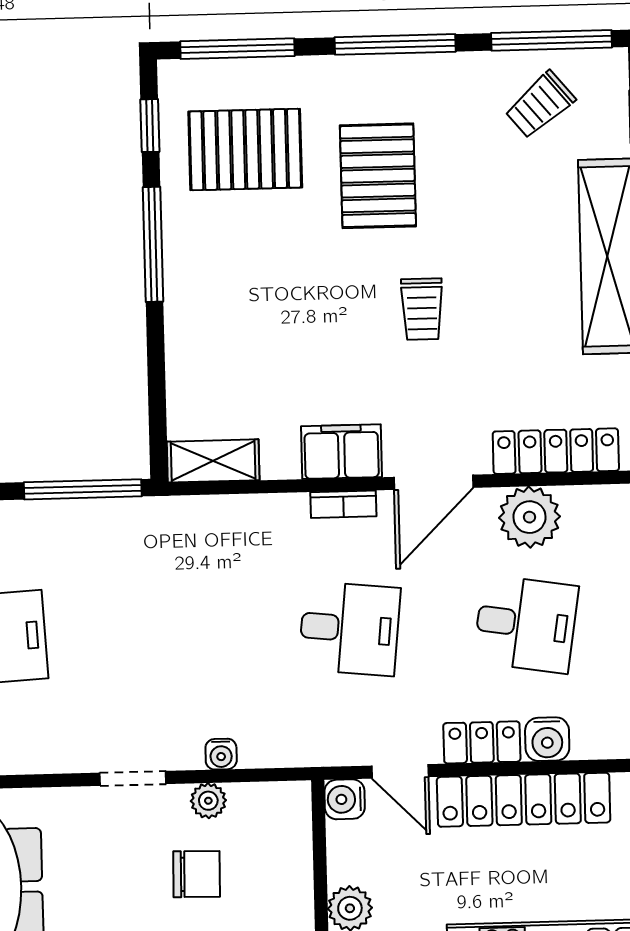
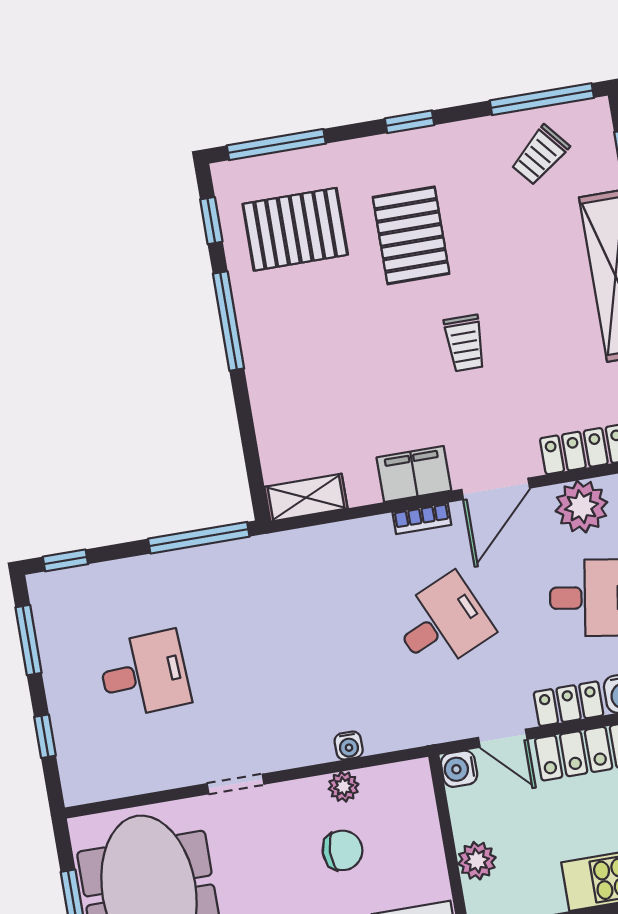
window: (395, 44) -> (410, 122), width x0.46
desk: (349, 629) -> (442, 623), turned -30
doorway: (133, 778) -> (236, 784), moved

